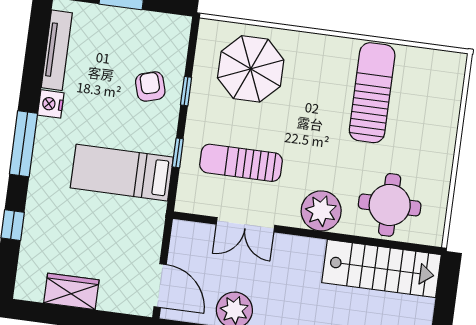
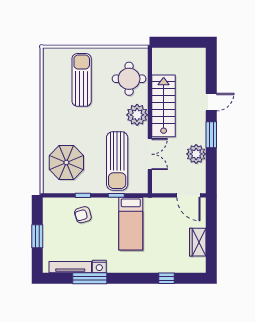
sun lounger: (372, 93) -> (82, 80), moved, turned 90
window: (23, 144) -> (90, 278), moved
sun lounger: (241, 163) -> (117, 161), width x1.36, depth x1.34
stairs: (381, 269) -> (164, 106), moved
door: (160, 286) -> (188, 195), swing flipped

